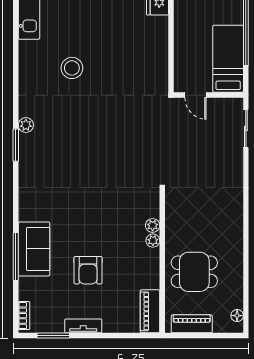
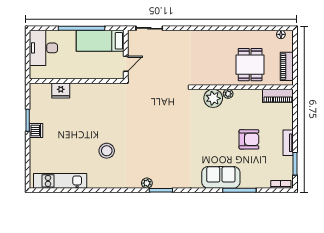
plant: (153, 225) -> (213, 98), width x1.87, depth x1.87
sofa: (34, 249) -> (221, 177), moved

